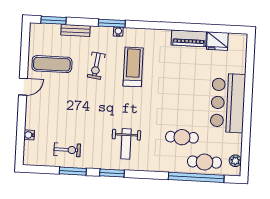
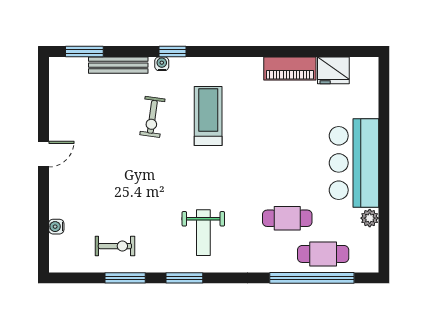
window: (112, 23) -> (172, 52), width x0.67
bench: (75, 30) -> (118, 65), width x1.36
water cooler: (118, 32) -> (162, 64), moved
exercise mat: (52, 64) -> (85, 118), removed
plant: (235, 161) -> (370, 218), moved

